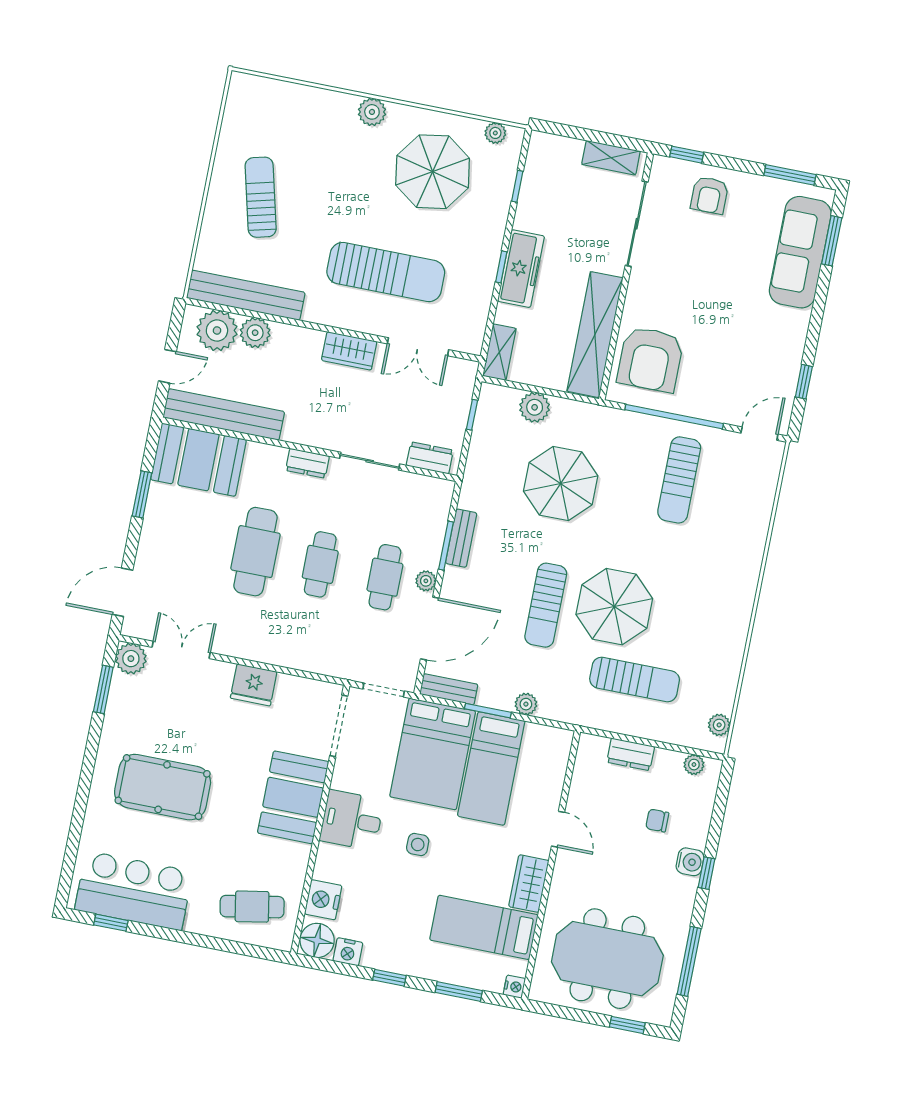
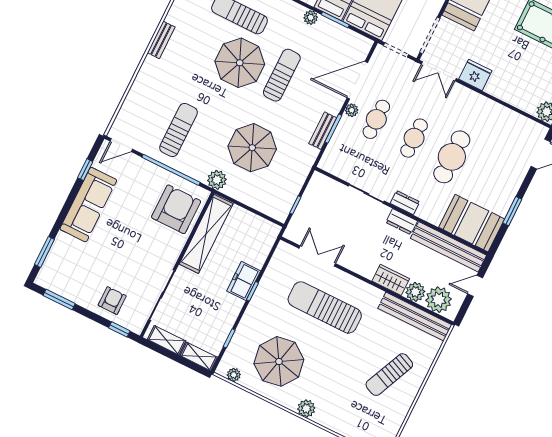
sun lounger: (261, 197) -> (389, 375), turned 38
sofa: (800, 252) -> (88, 205), moved
freezer: (521, 269) -> (244, 281), width x0.71
wardrobe: (349, 351) -> (391, 280), moved
shelving: (499, 352) -> (199, 356), moved, turned 90
plant: (535, 407) -> (217, 180), moved
dresser: (430, 458) -> (402, 222), moved
double door: (181, 650) -> (439, 71), moved
bench: (449, 689) -> (161, 40), moved, turned 90

